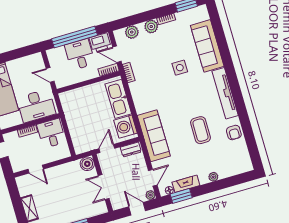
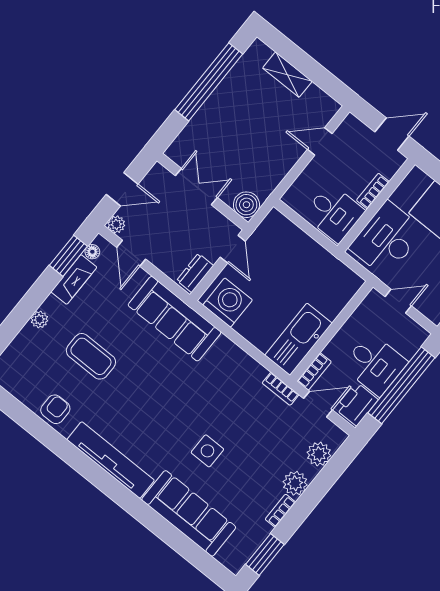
kitchen sink: (118, 99) -> (298, 339), moved, turned -90
coffee table: (200, 130) -> (91, 356), moved
armchair: (234, 133) -> (55, 409), turned 90

